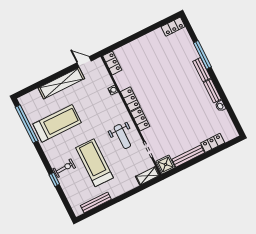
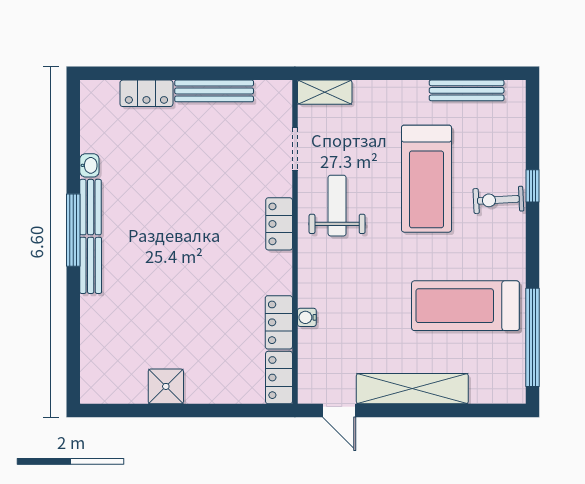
locker: (173, 27) -> (106, 391), removed
window: (202, 55) -> (73, 230), moved
locker: (130, 99) -> (279, 322), moved
shower: (166, 164) -> (166, 386), moved

